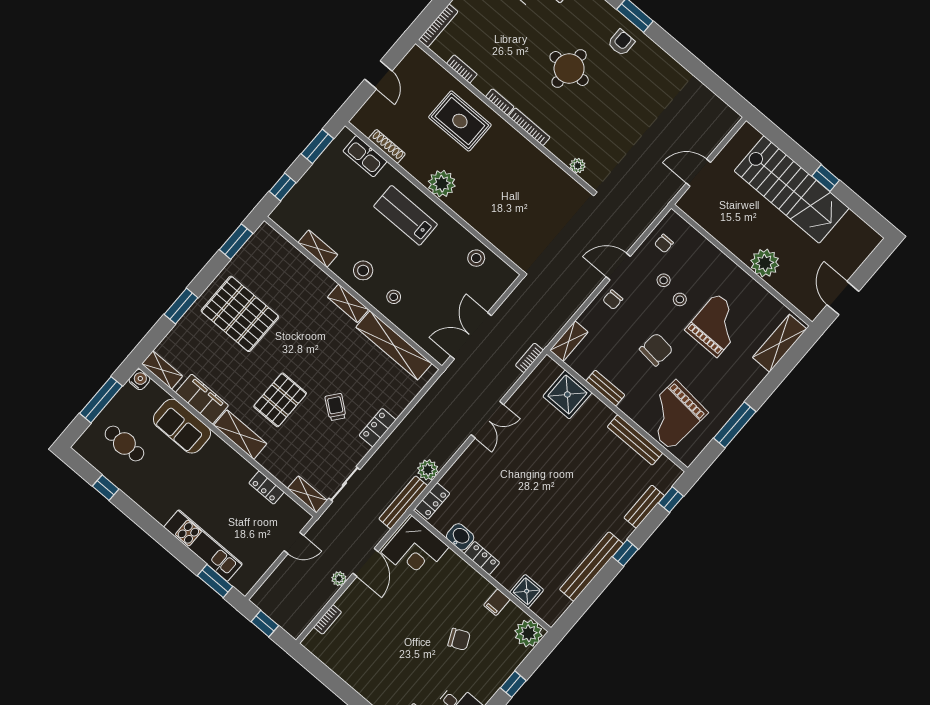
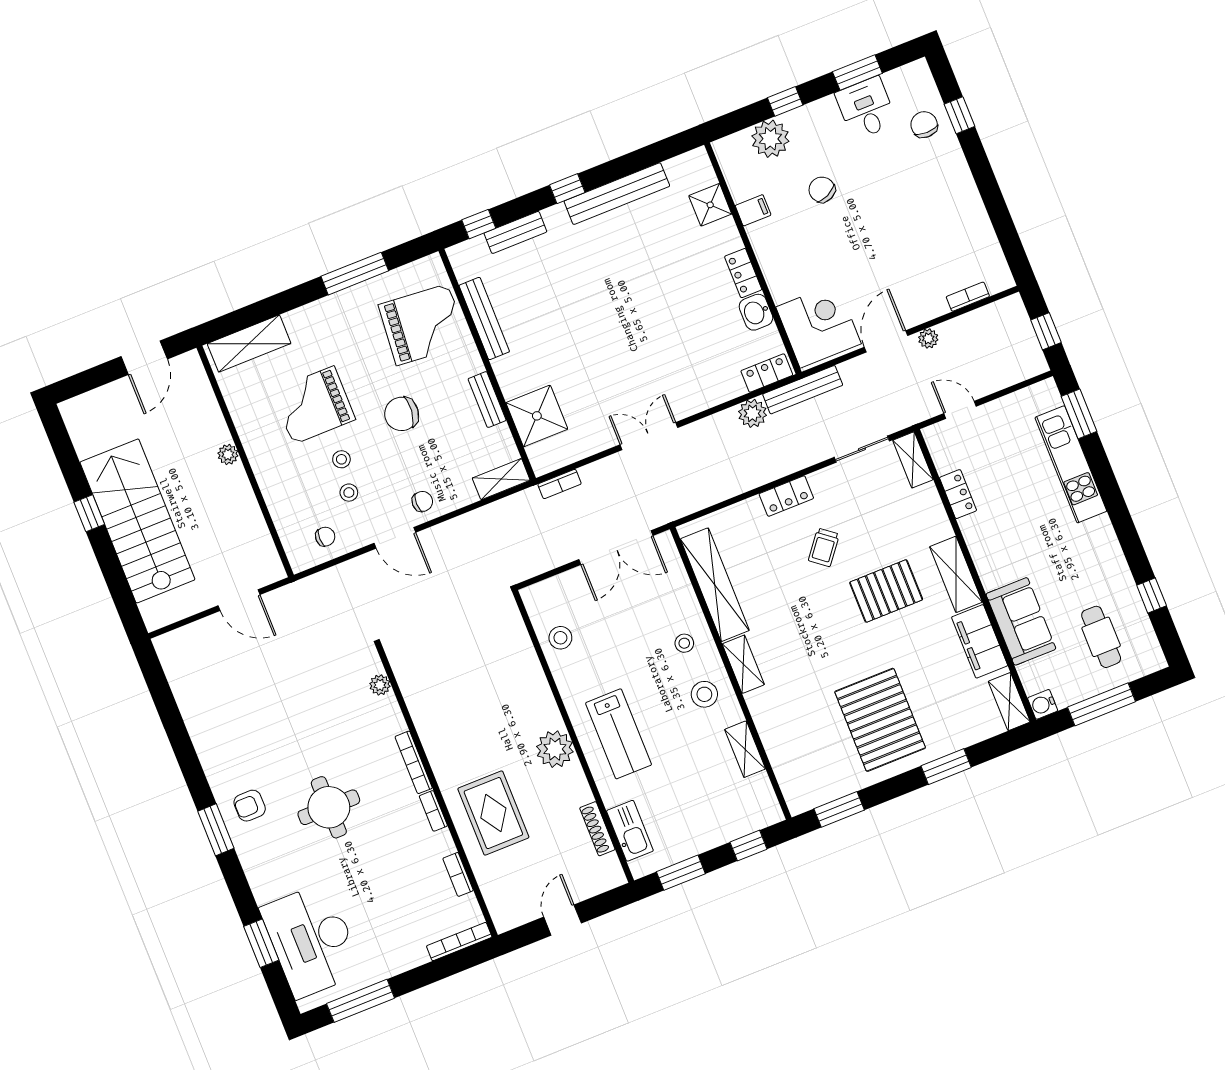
plant: (765, 263) -> (228, 455), width x0.53, depth x0.53
plant: (528, 633) -> (770, 139), moved

